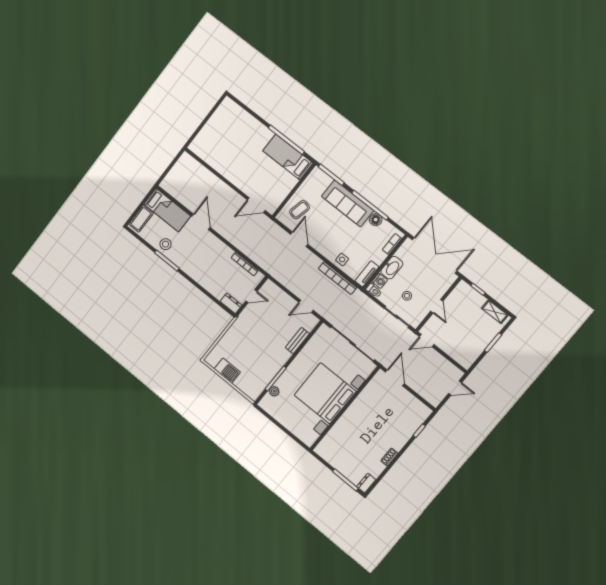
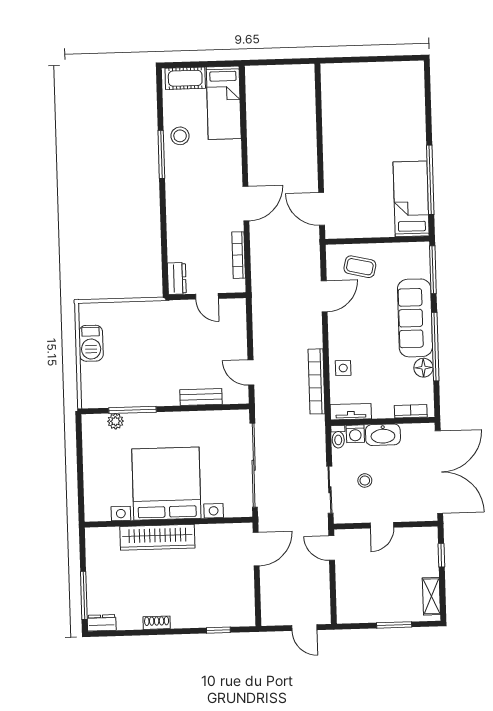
door: (201, 222) -> (246, 204), moved
wardrobe: (348, 420) -> (157, 537), added

